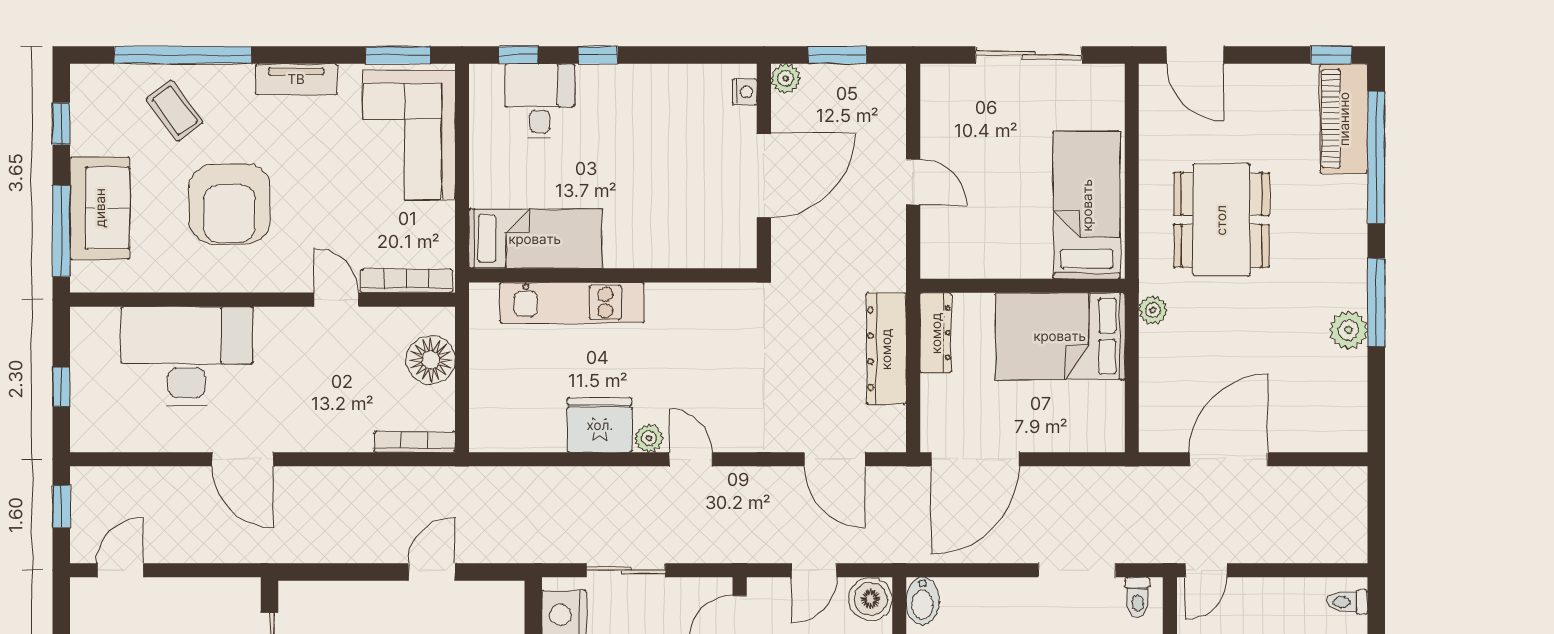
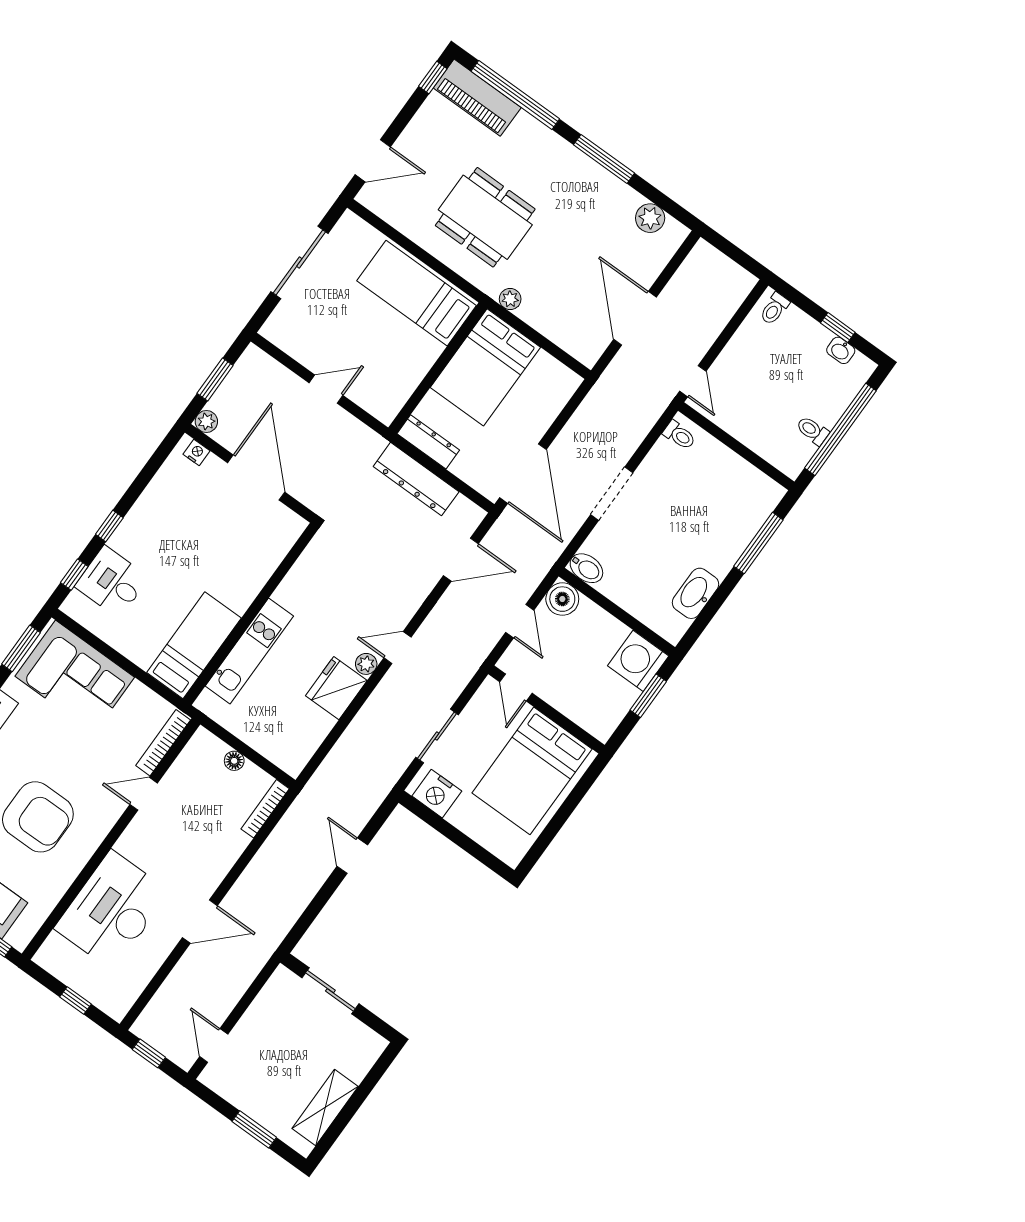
plant: (1348, 330) -> (650, 218), moved
floor lamp: (431, 360) -> (234, 761), width x0.53, depth x0.53
doorway: (1077, 570) -> (612, 494), moved

